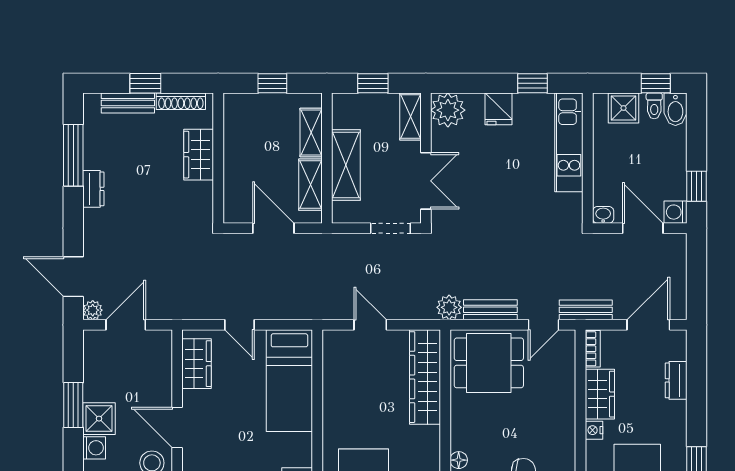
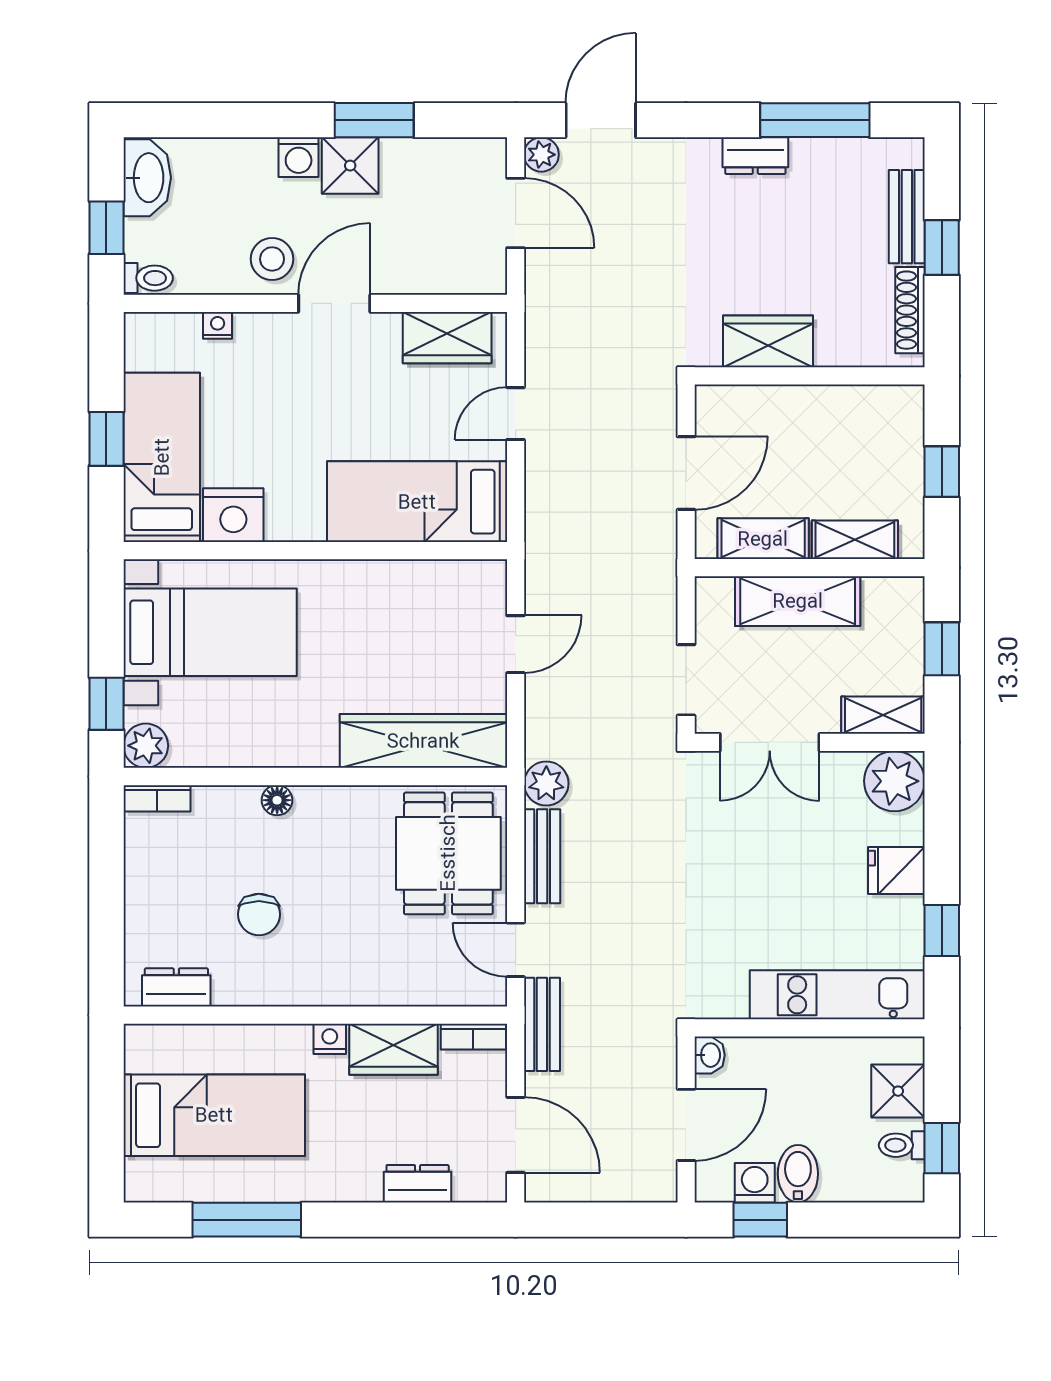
bidet: (675, 109) -> (798, 1174), moved, turned 90
wardrobe: (199, 155) -> (768, 341), moved
washing machine: (675, 212) -> (755, 1183), moved

